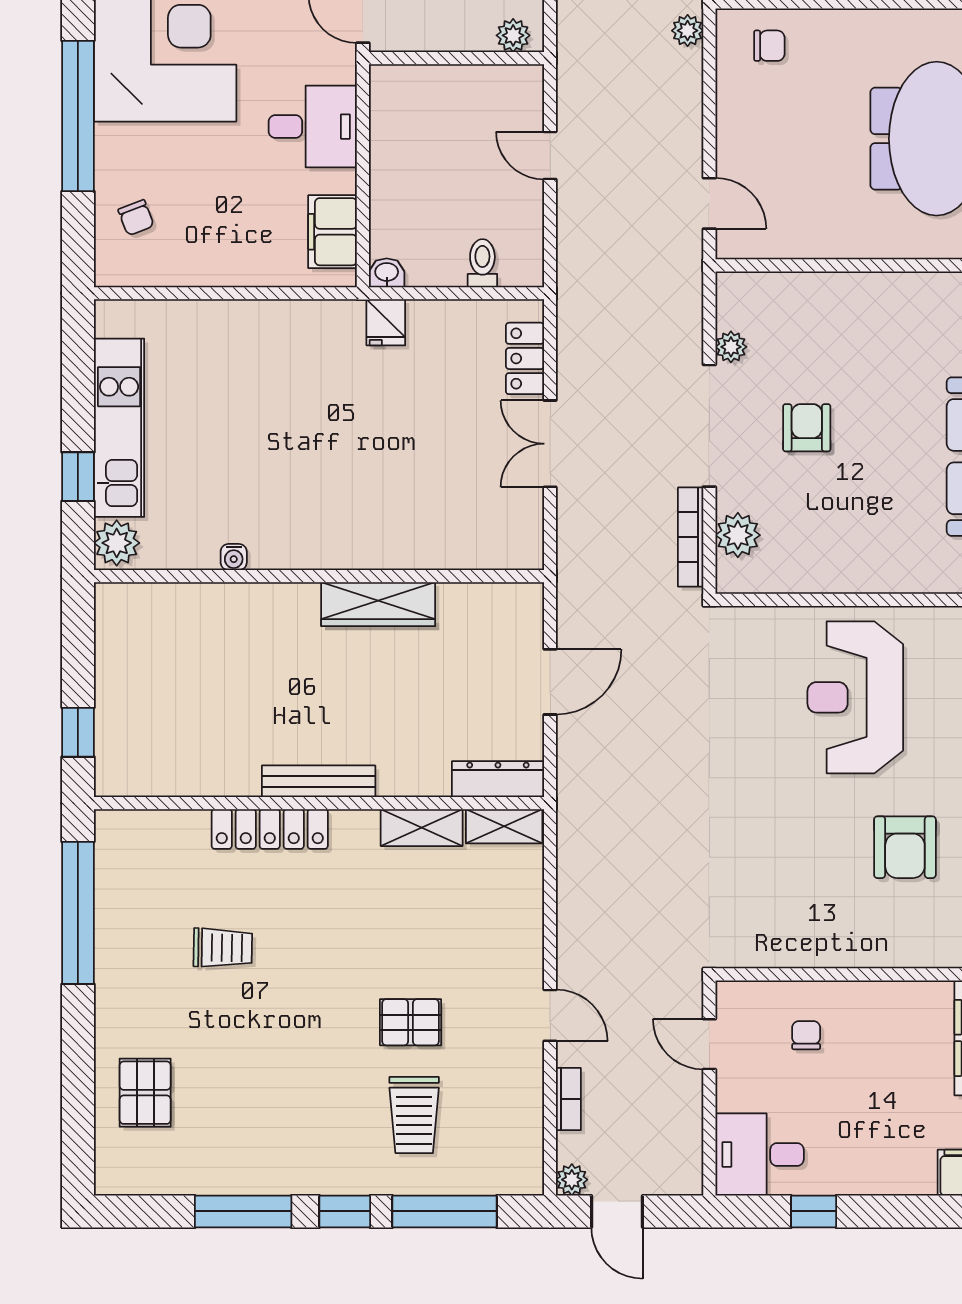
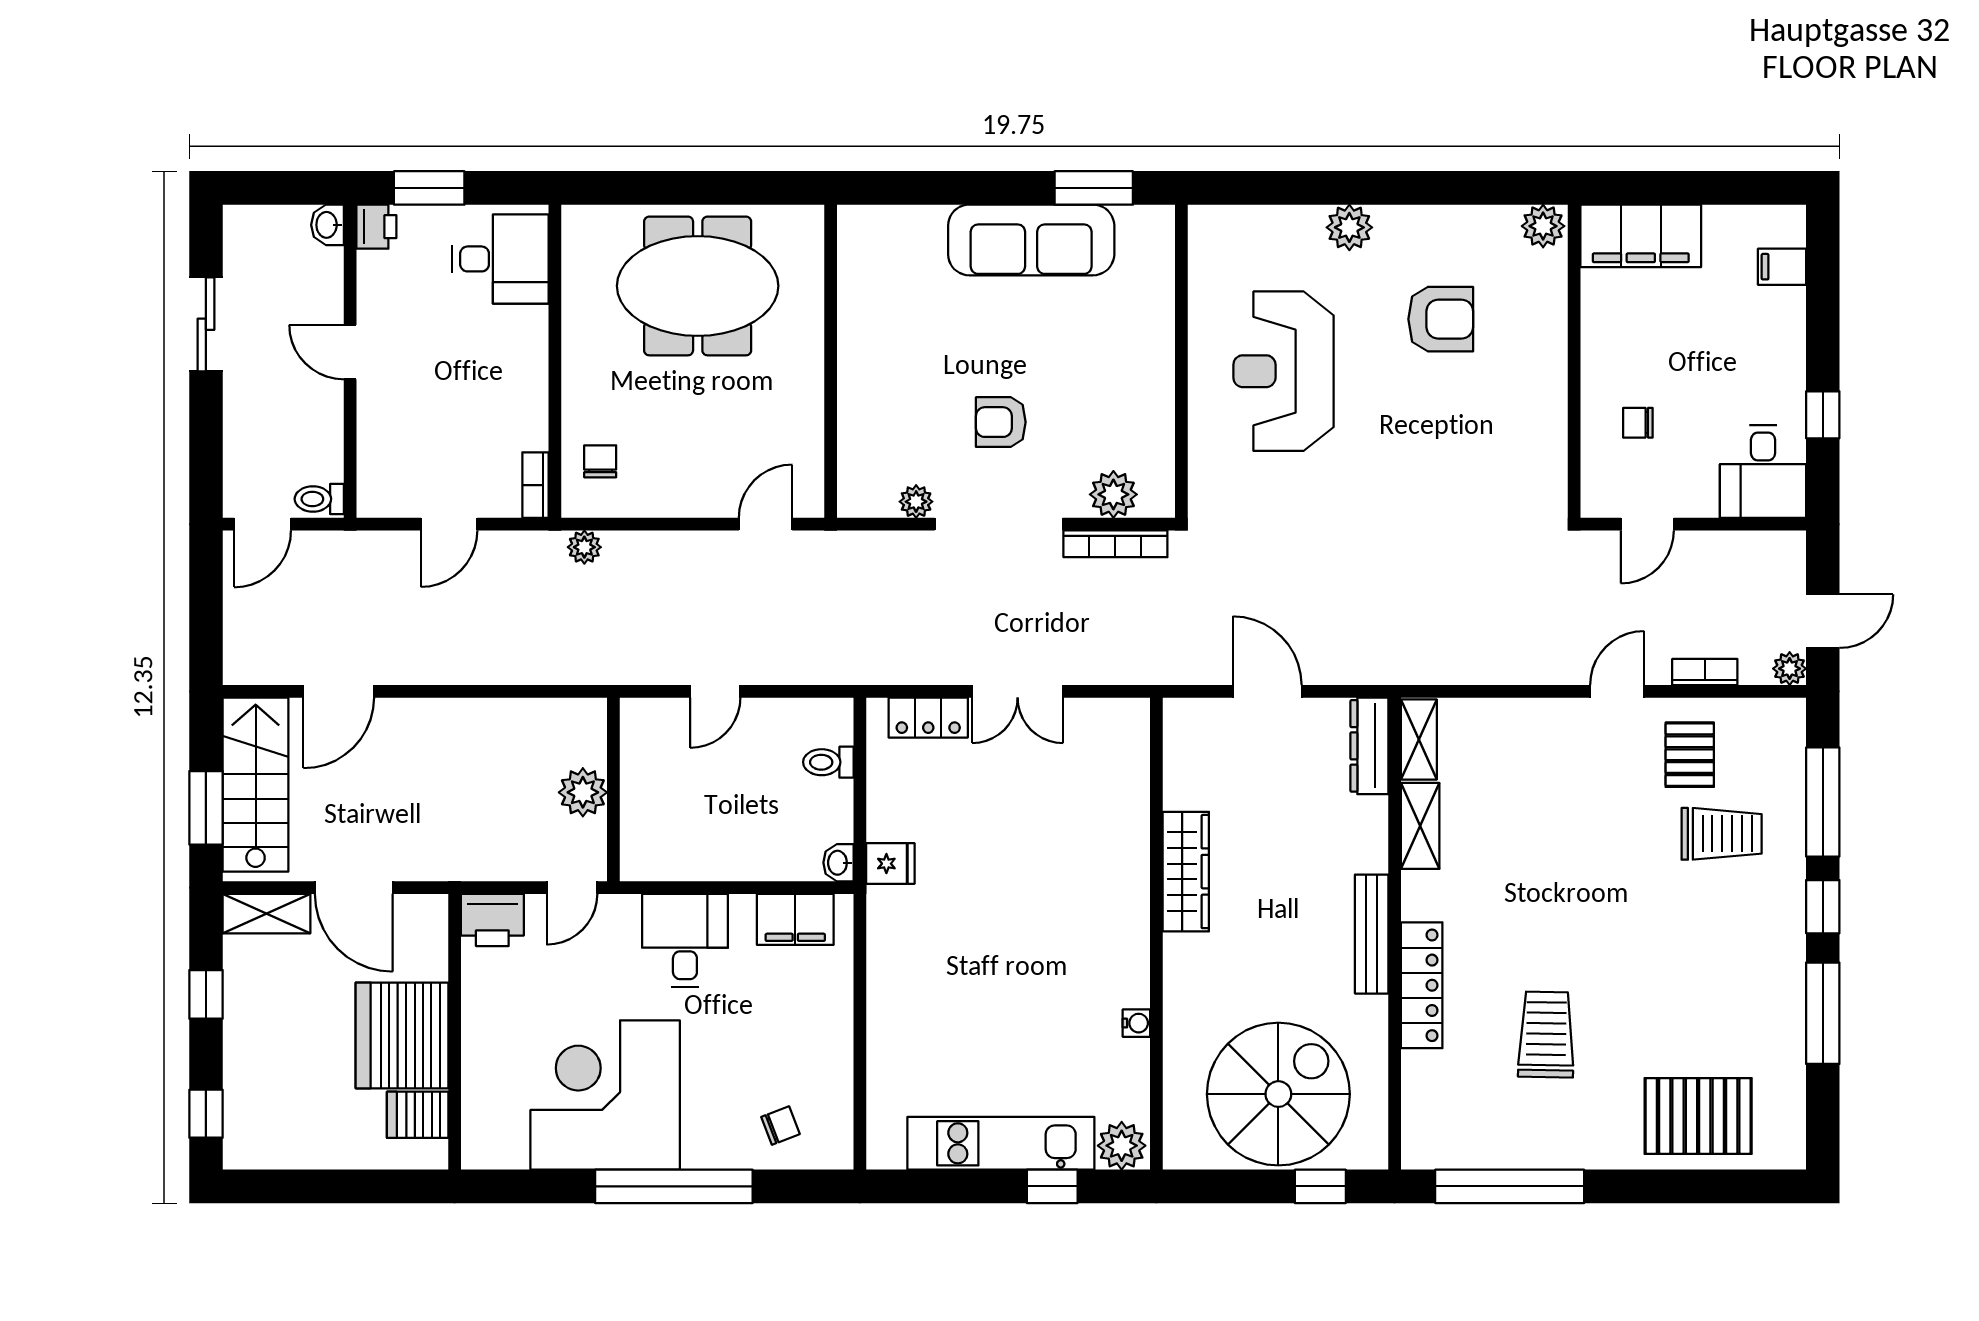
plant: (513, 35) -> (583, 792), moved, width x1.38, depth x1.38
spiral stairs: (166, 692) -> (1278, 1094), added
reception desk: (855, 697) -> (1284, 371), turned 90
trolley: (223, 948) -> (1546, 1034), width x1.36, depth x1.39
pallet: (411, 1022) -> (1690, 755), moved
pallet: (145, 1093) -> (1698, 1116), width x1.50, depth x1.42

